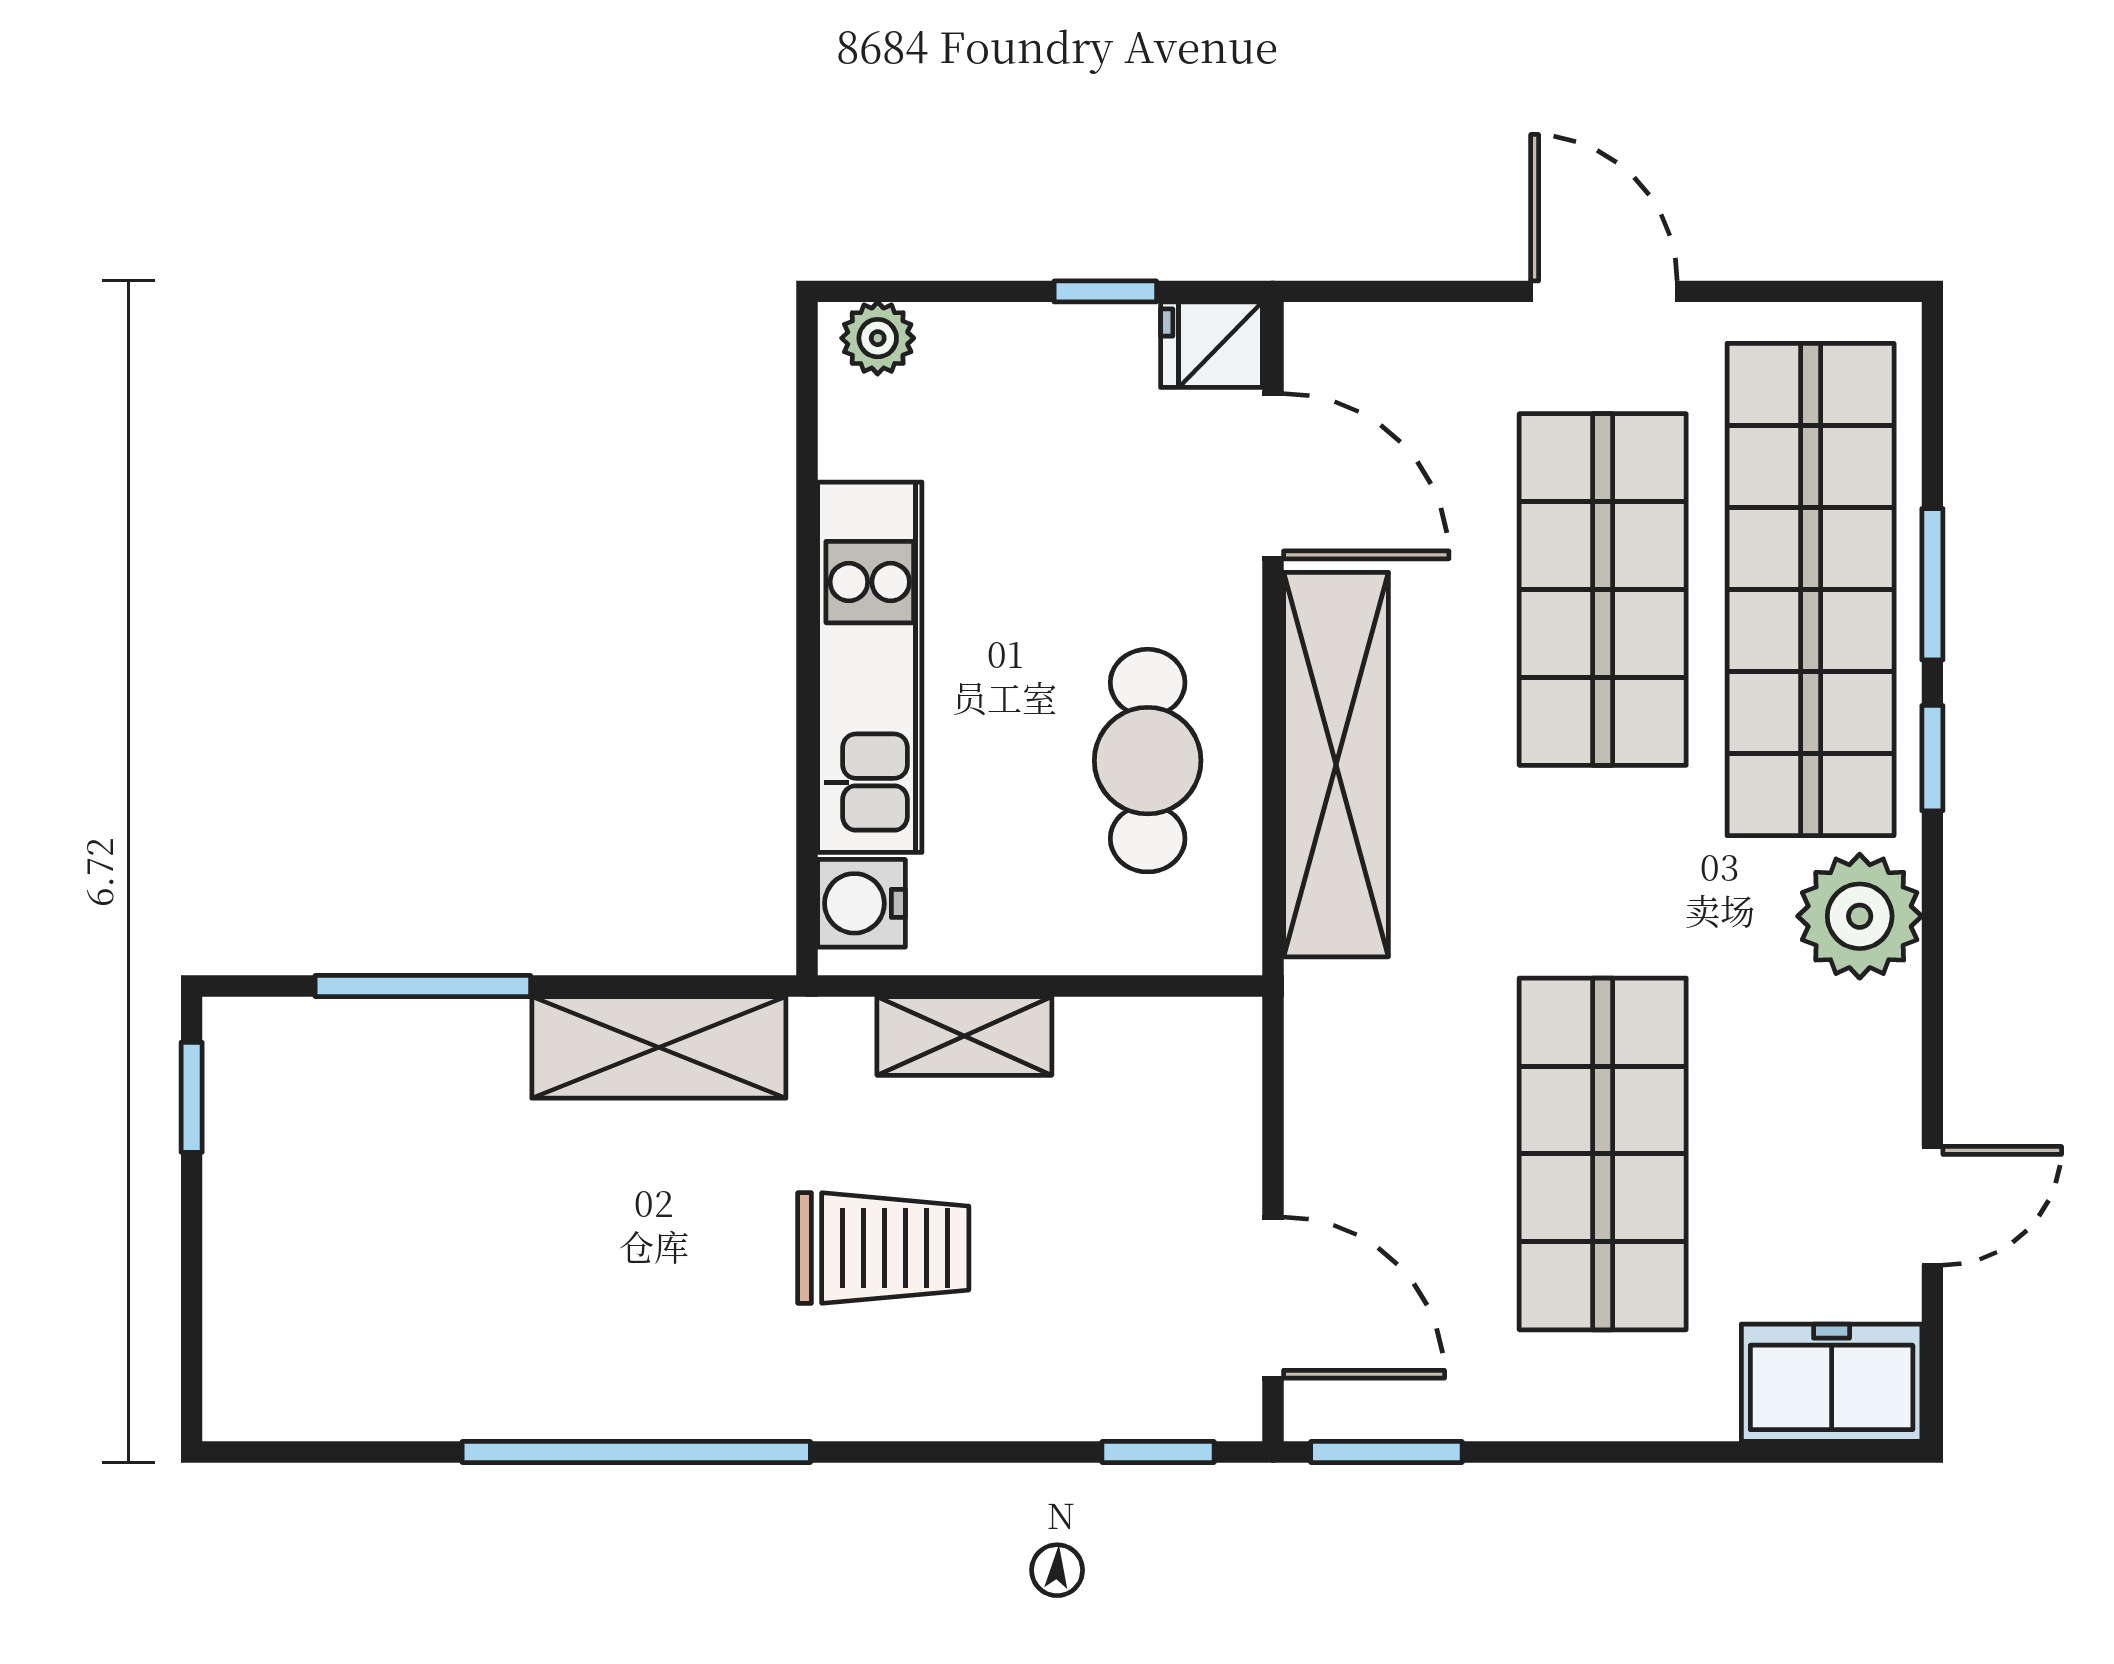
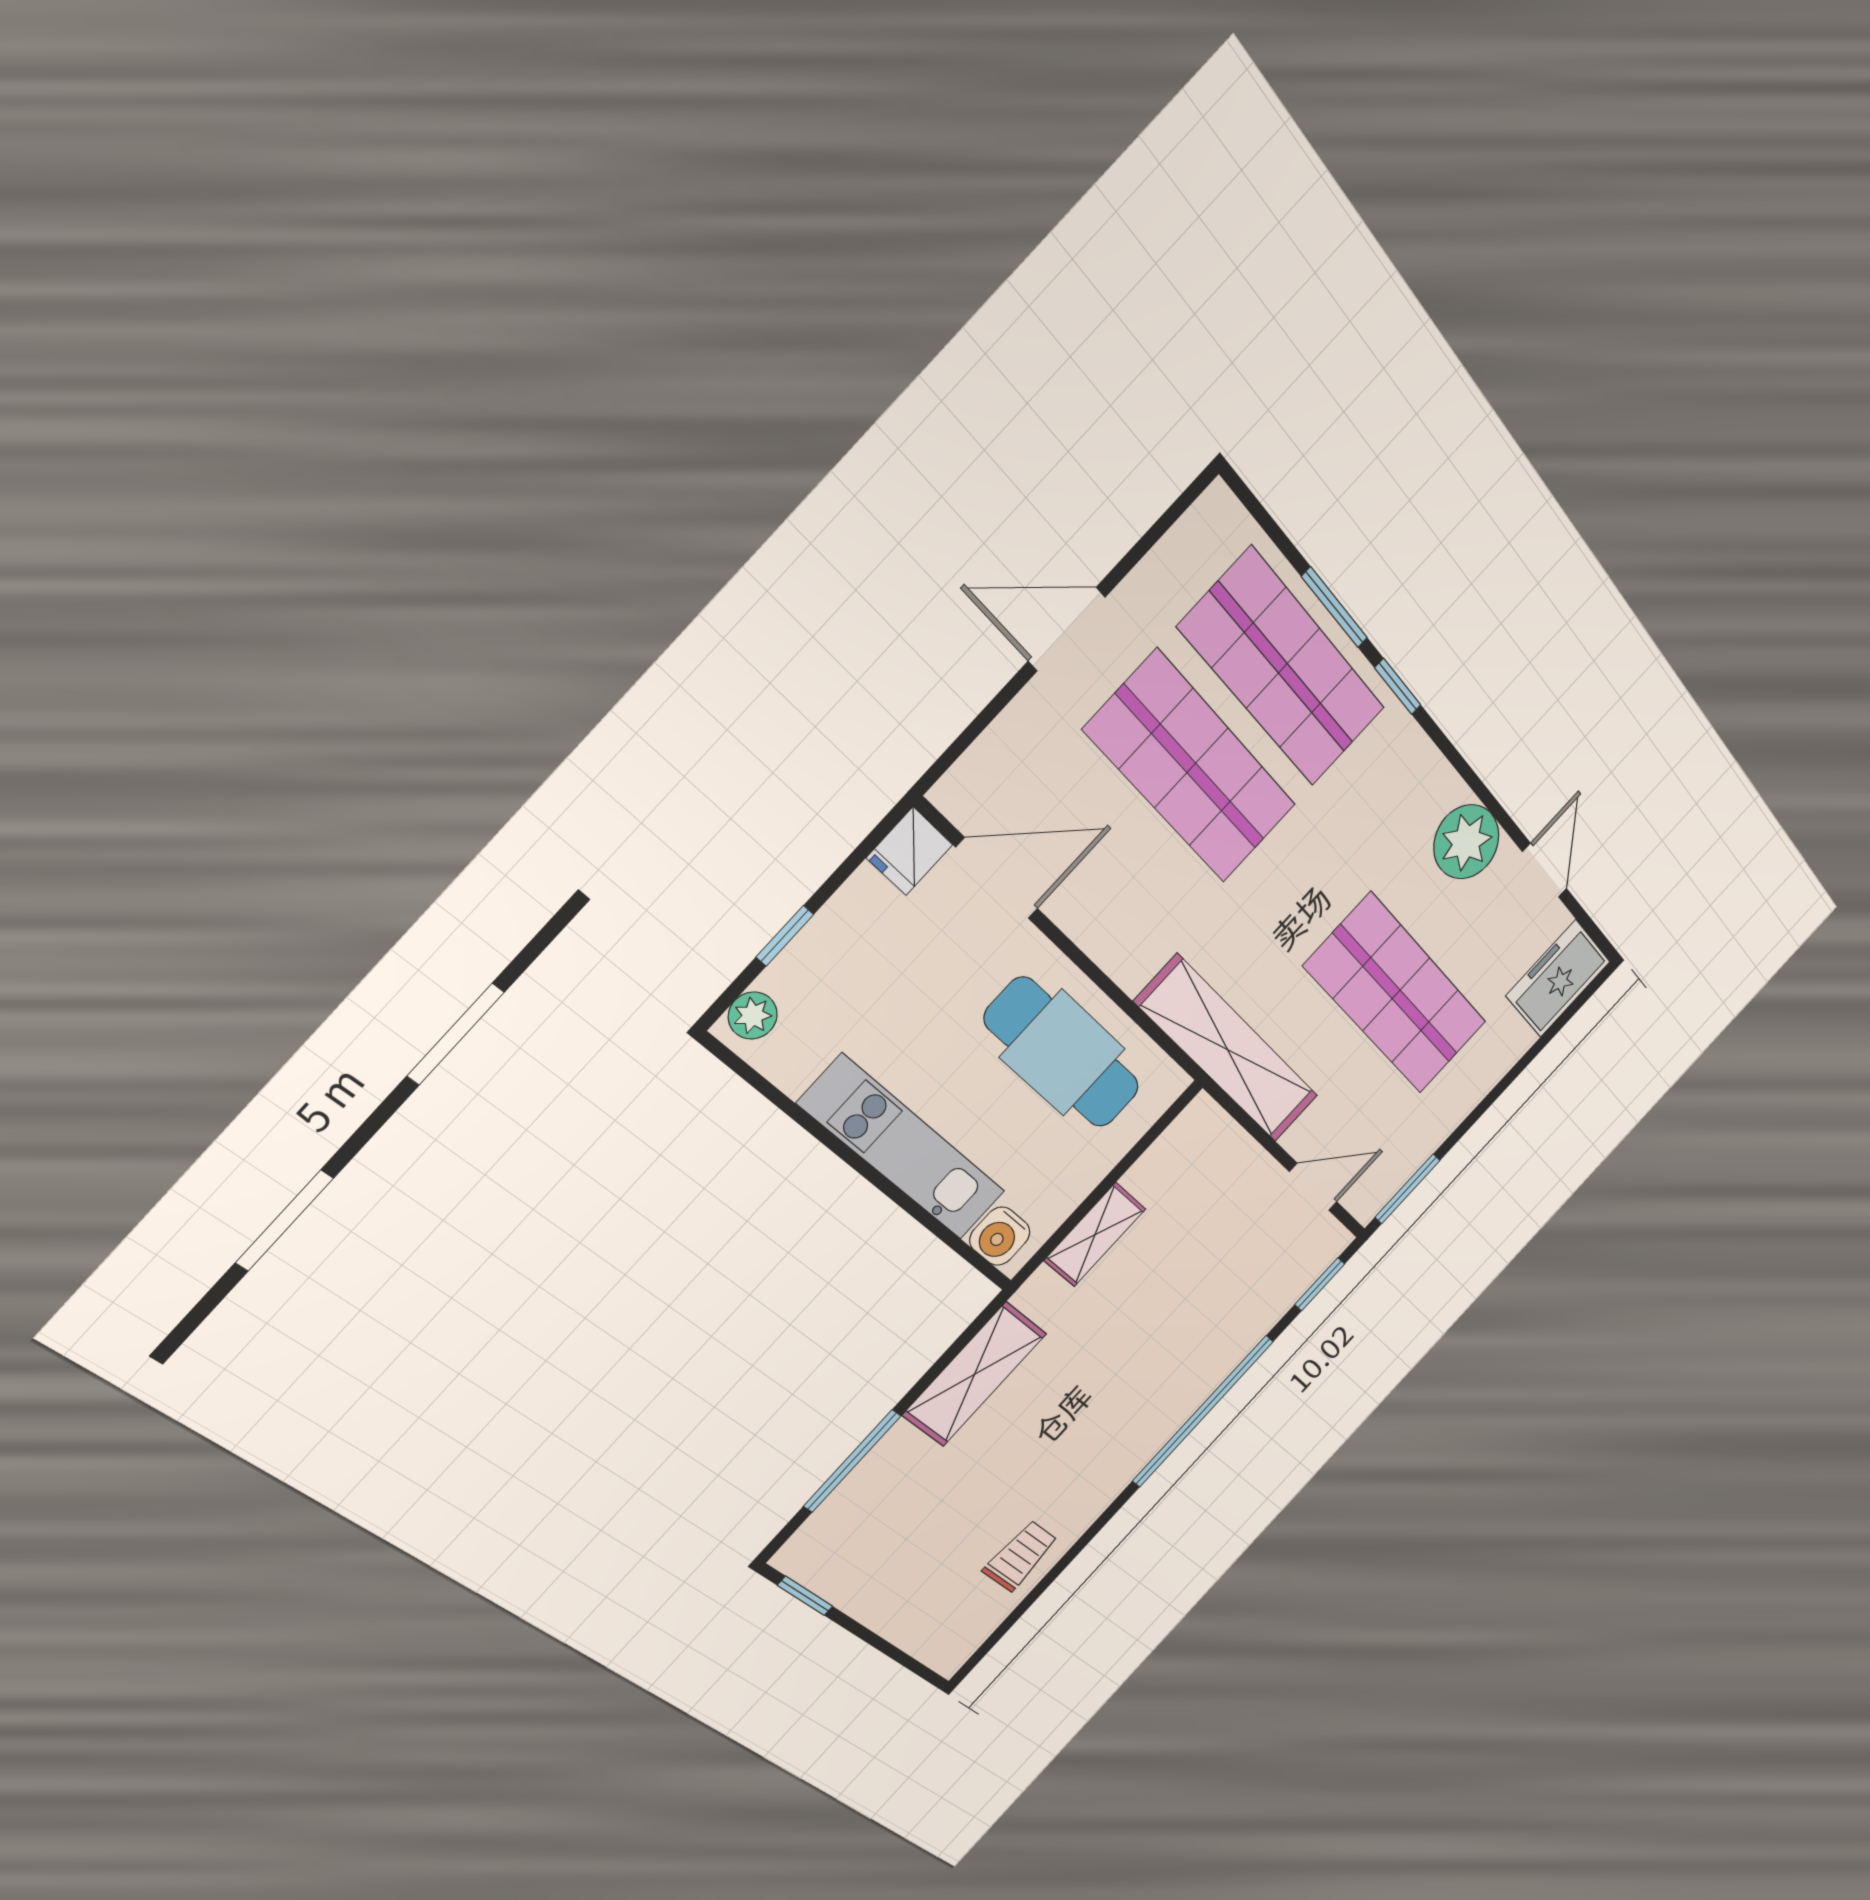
window: (1105, 291) -> (785, 936), moved
shop shelf: (1811, 589) -> (1283, 668), width x0.71
cafe table: (1148, 761) -> (1063, 1053), width x1.37, depth x1.35
shelving: (1336, 765) -> (1228, 1050), moved
plant: (1860, 916) -> (1466, 842), moved
trolley: (883, 1248) -> (1020, 1556), moved, width x0.73, depth x0.72
door: (1273, 1298) -> (1313, 1187), width x0.73
window: (636, 1452) -> (1203, 1411), moved

